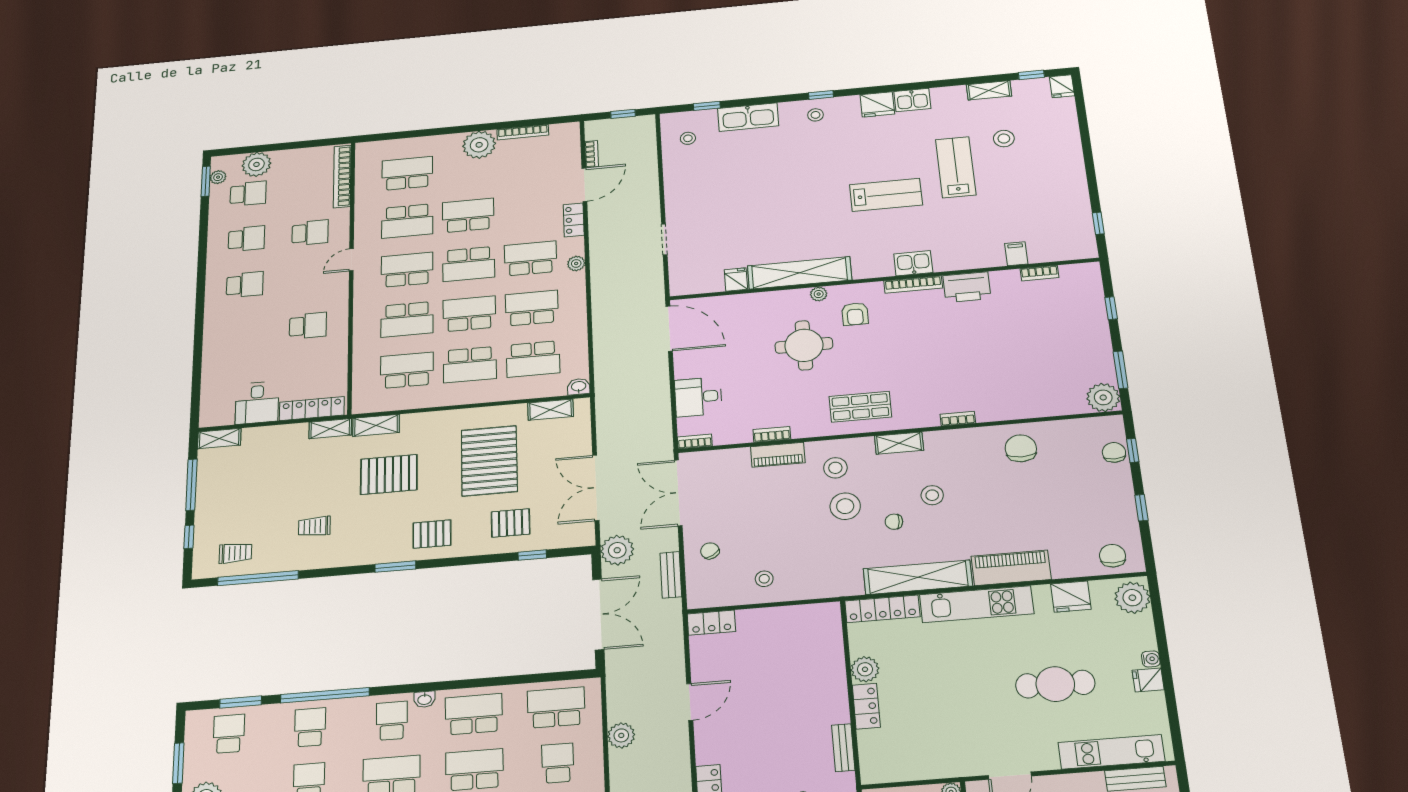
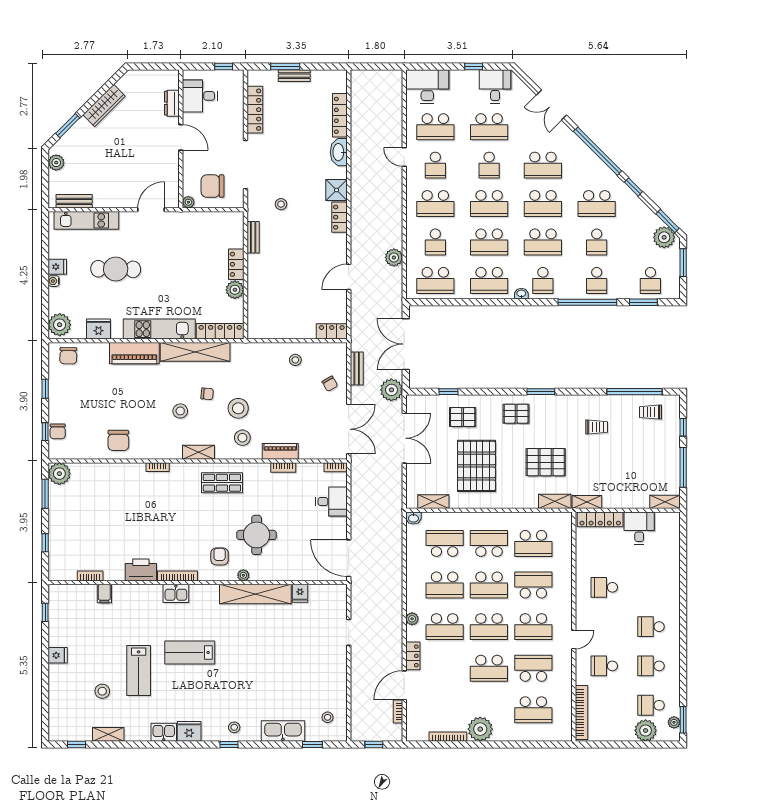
fridge: (1062, 86) -> (58, 655), moved, turned 90
school desk: (469, 264) -> (489, 627), turned 180

